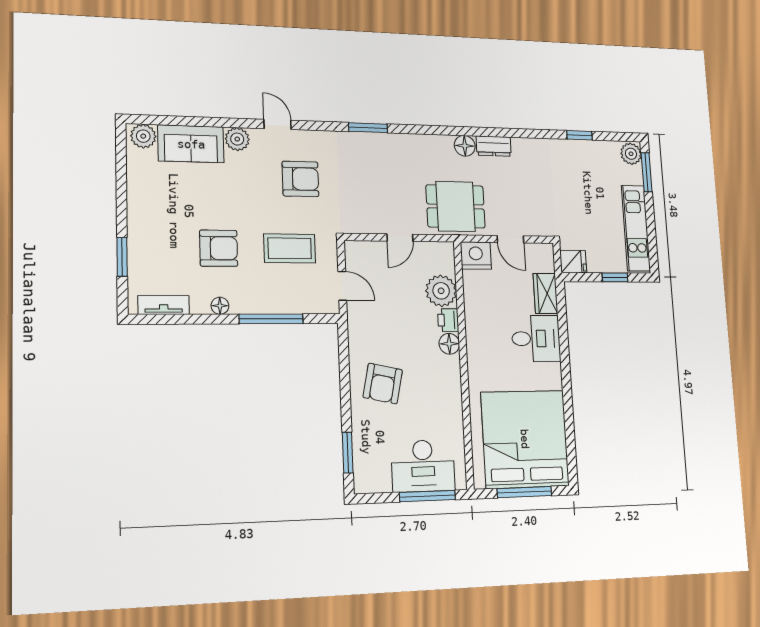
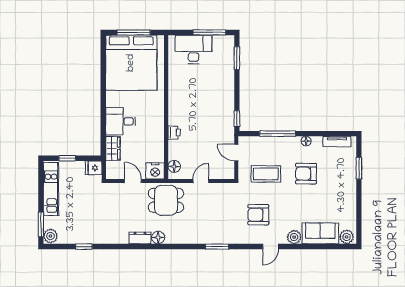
door: (278, 124) -> (271, 247), hinge flipped
plant: (441, 291) -> (178, 150), removed
floor lamp: (449, 344) -> (174, 166), moved
window: (343, 345) -> (237, 119), added
armchair: (383, 384) -> (215, 96), removed
window: (427, 496) -> (209, 32), moved

